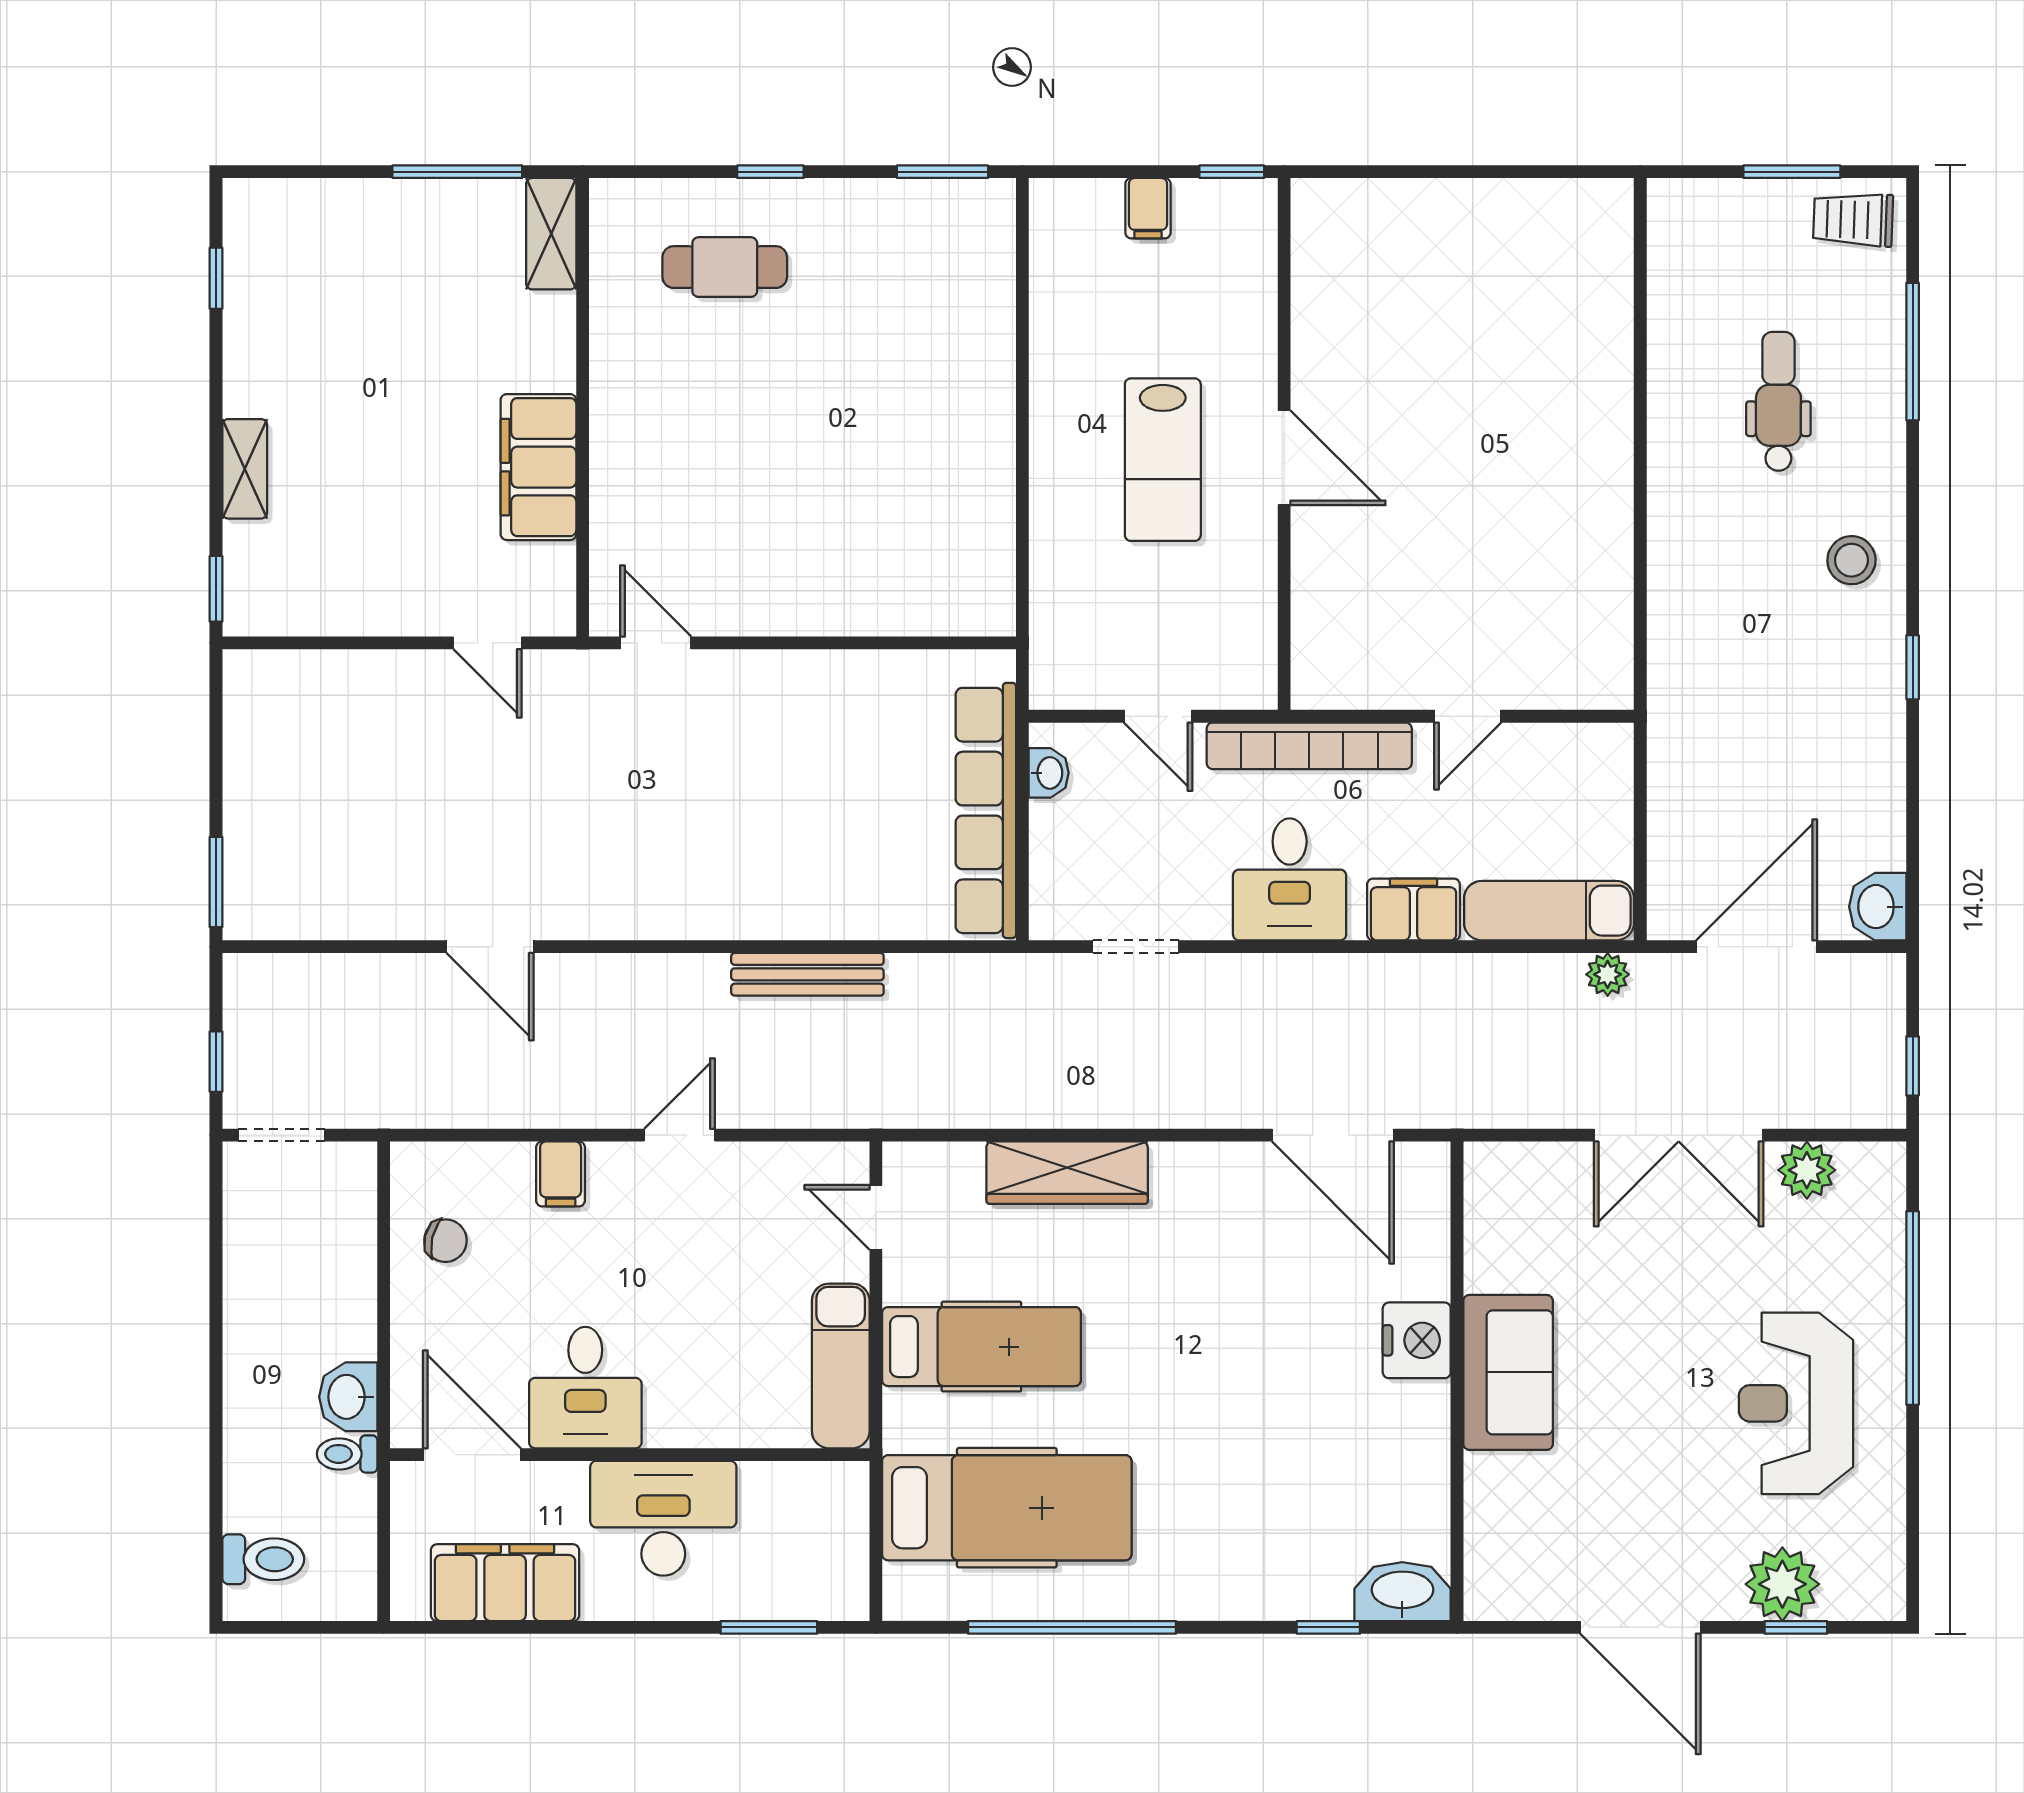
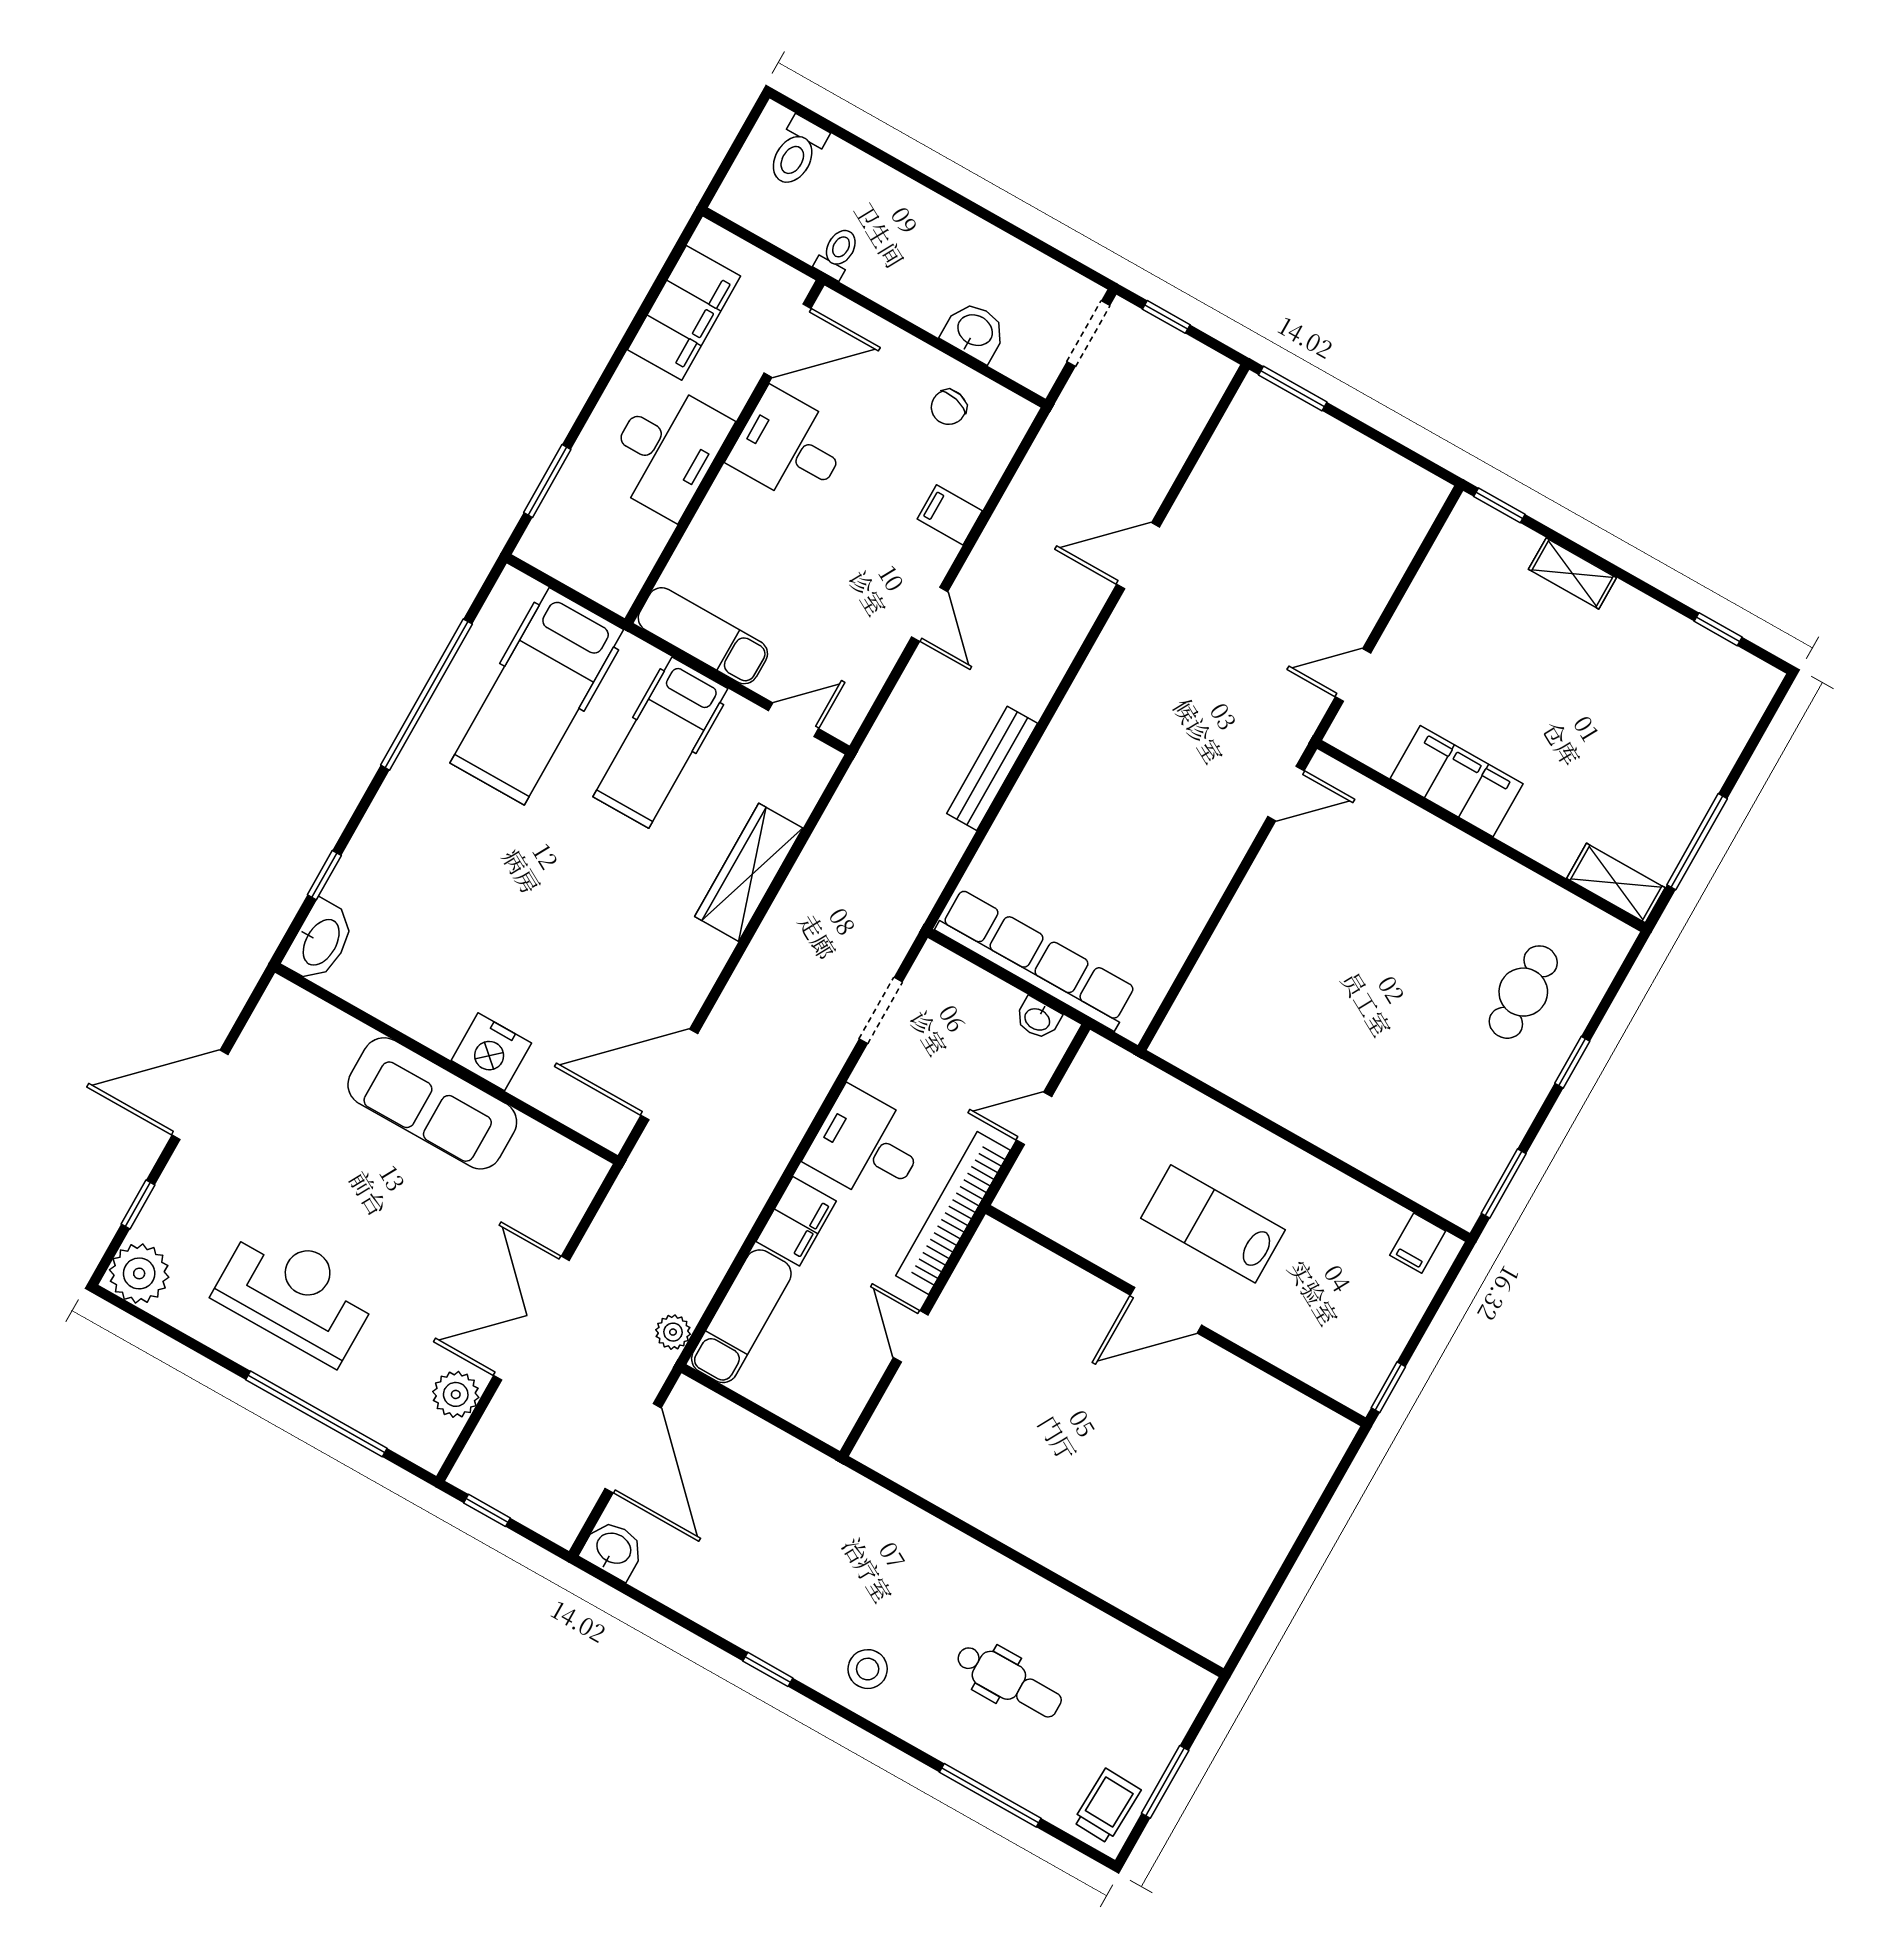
filing cabinet: (1148, 208) -> (1418, 1243), moved, turned -90
sofa: (1508, 1372) -> (432, 1103), width x1.36
washbasin: (348, 1397) -> (974, 331), moved
plant: (1782, 1584) -> (139, 1273), moved

